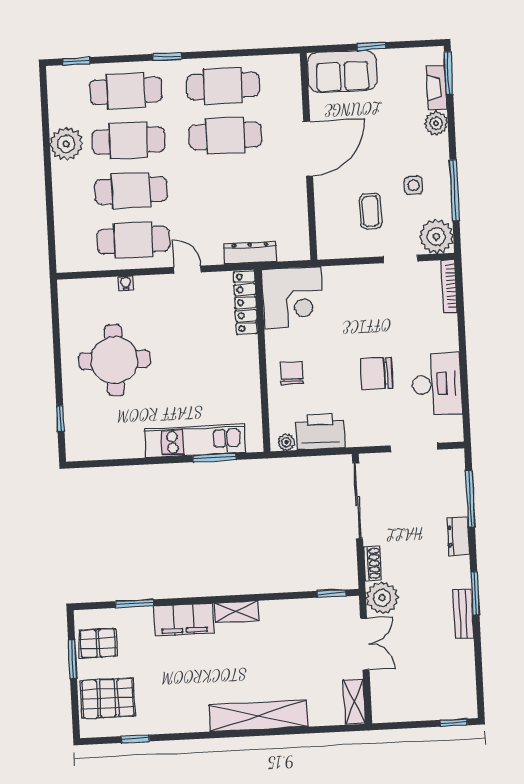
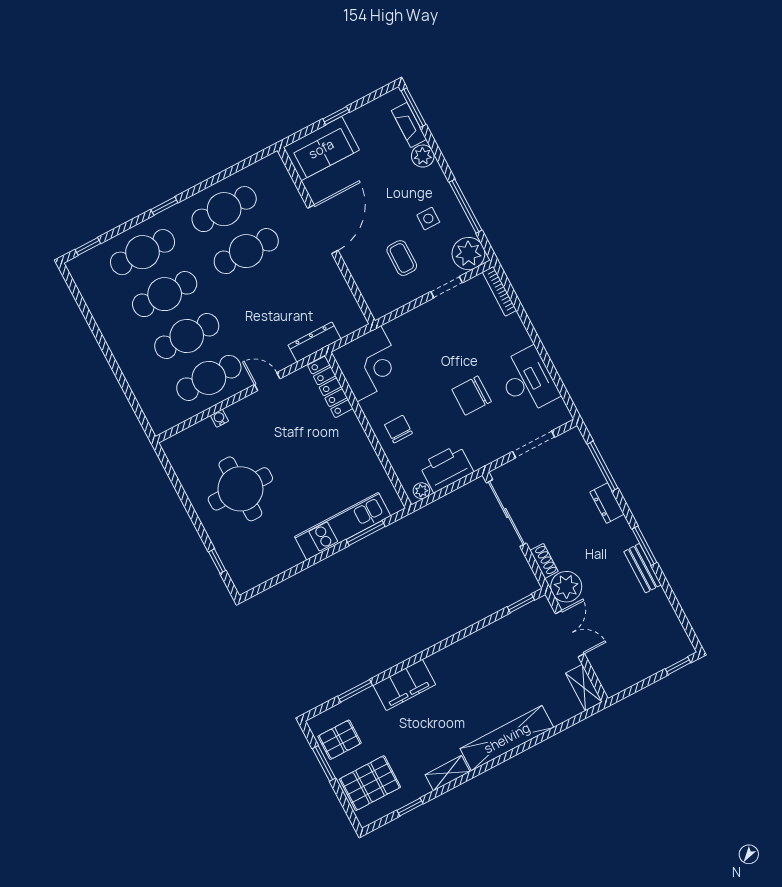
plant: (66, 144) -> (112, 322), removed
shelving: (237, 612) -> (448, 773), moved

